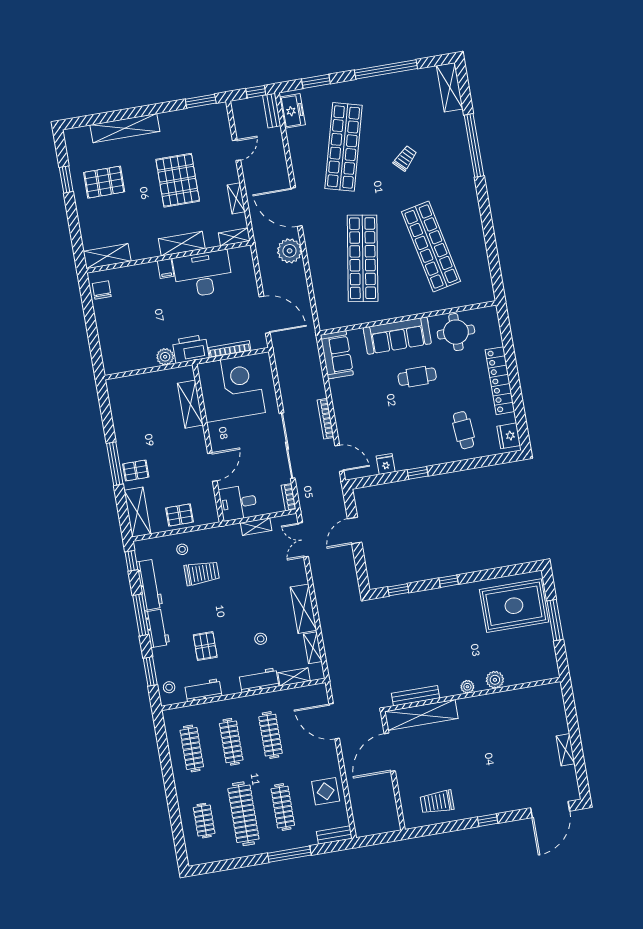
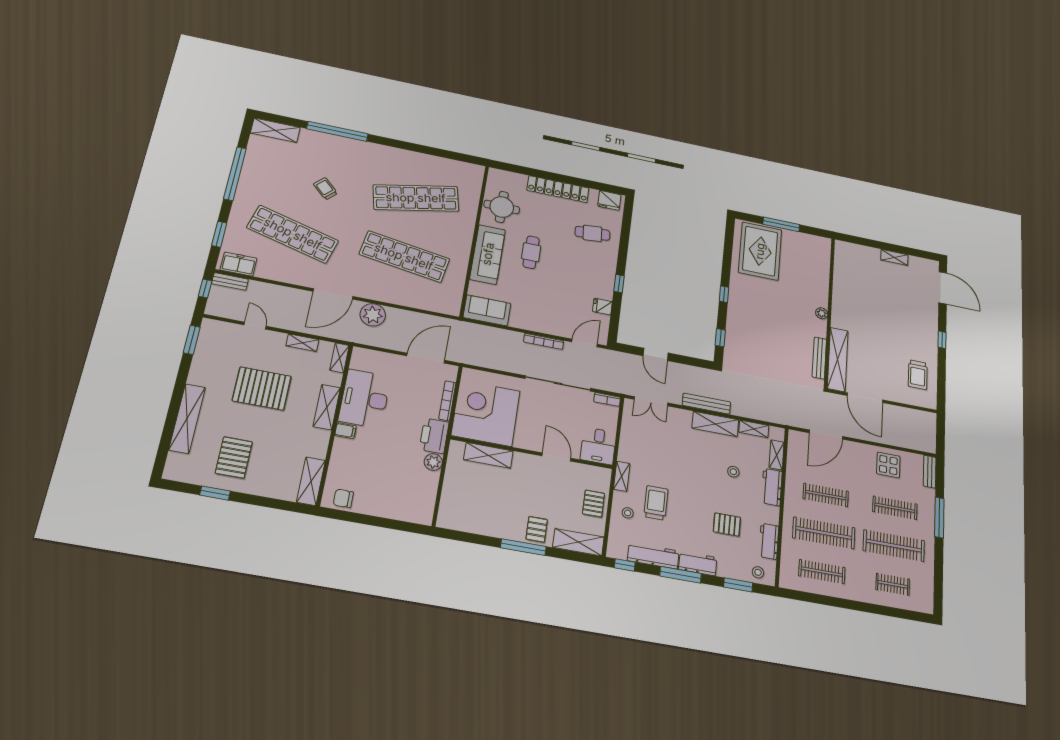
shelving: (256, 527) -> (622, 476), moved
bench: (321, 594) -> (706, 404), added
plant: (495, 680) -> (821, 289), removed
clothes rail: (231, 742) -> (824, 533), width x1.37, depth x1.31

